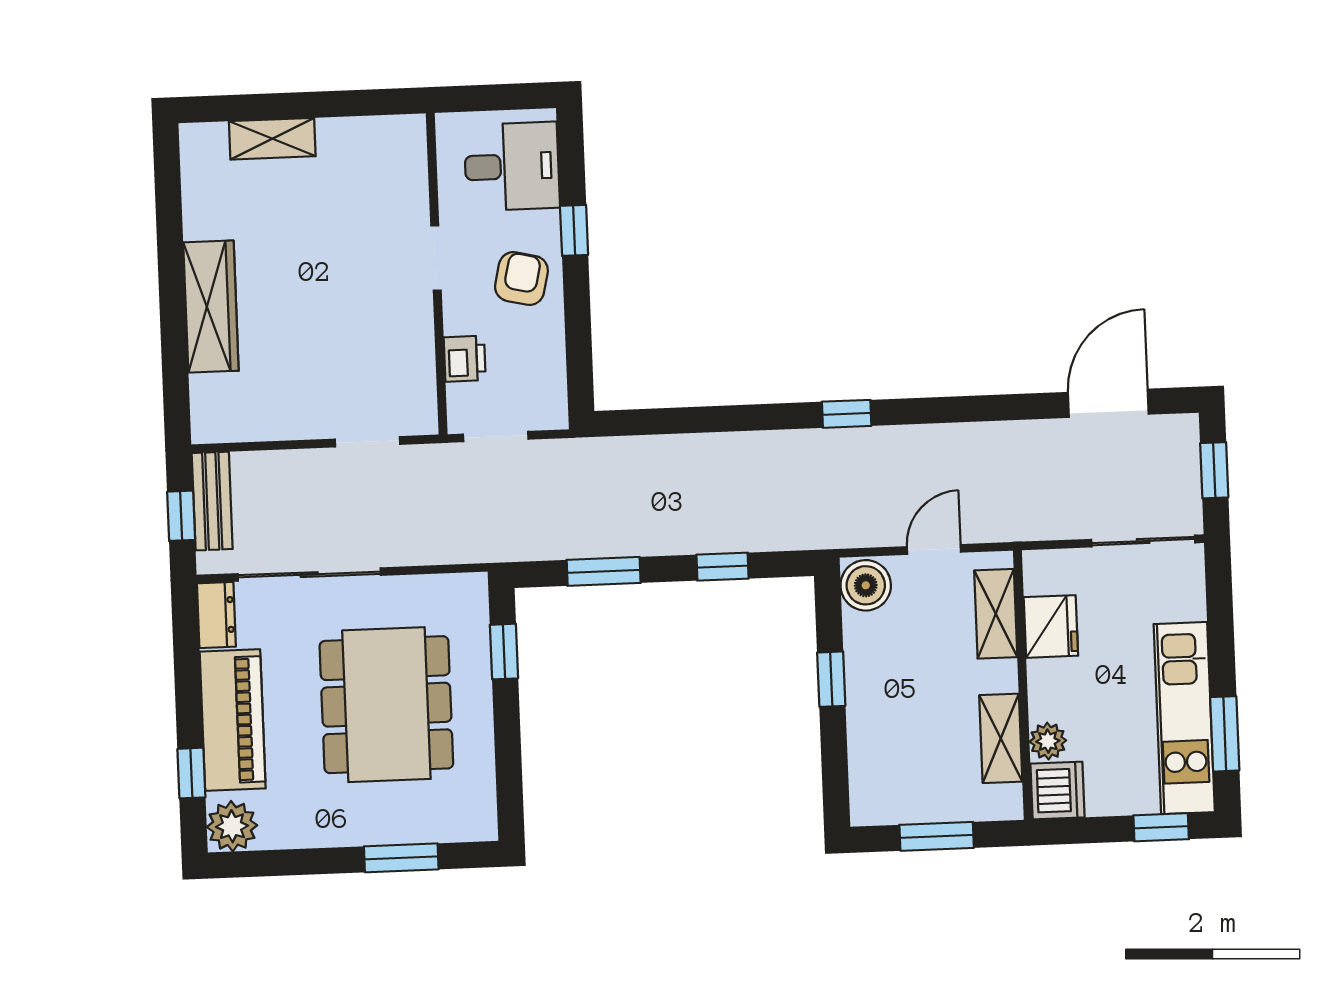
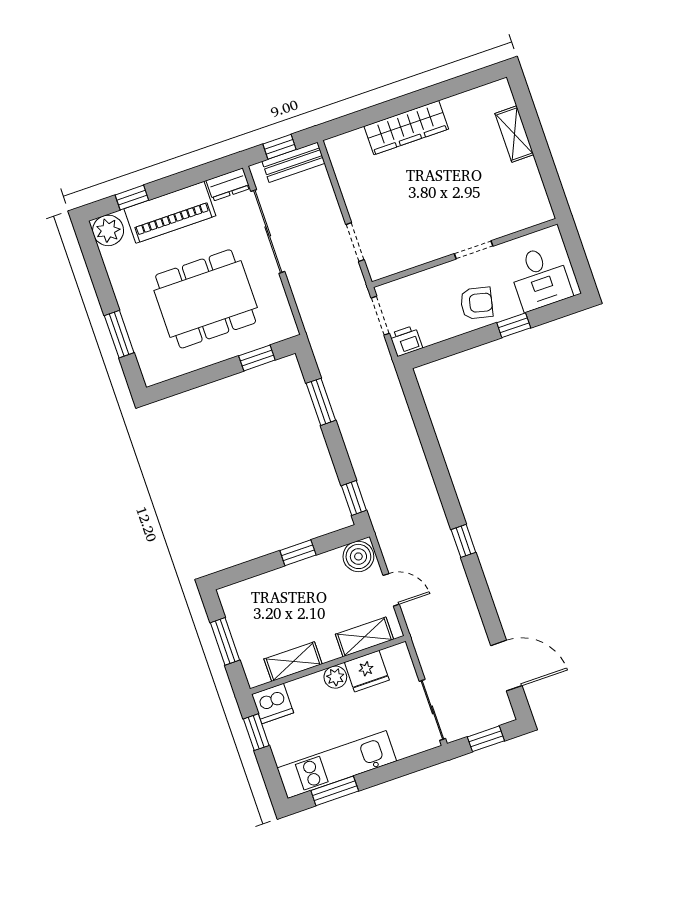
printer: (465, 359) -> (406, 341), moved, turned 180
window: (847, 414) -> (463, 541), moved
window: (723, 567) -> (354, 498), moved
plant: (1048, 741) -> (335, 677), moved
window: (1161, 827) -> (256, 732), moved

